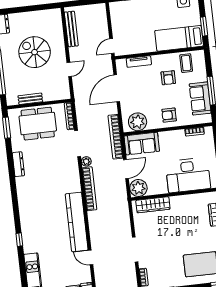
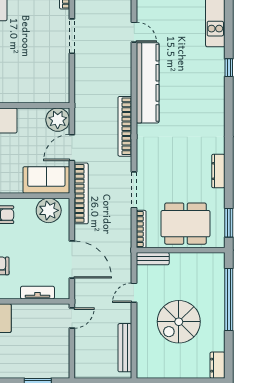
spiral stairs: (35, 52) -> (179, 322), turned 90
door: (117, 88) -> (72, 259), hinge flipped
bench: (30, 99) -> (153, 259), moved
plant: (86, 161) -> (125, 164), removed
wardrobe: (153, 205) -> (41, 94), removed

